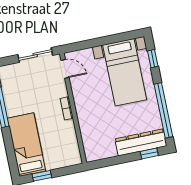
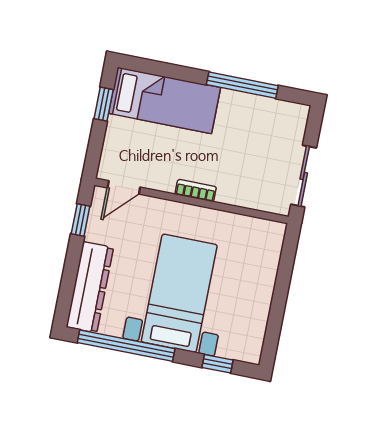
door: (65, 69) -> (124, 187), moved
bed with nightstands: (125, 72) -> (179, 293), moved, turned 90
window: (149, 153) -> (81, 220), moved

